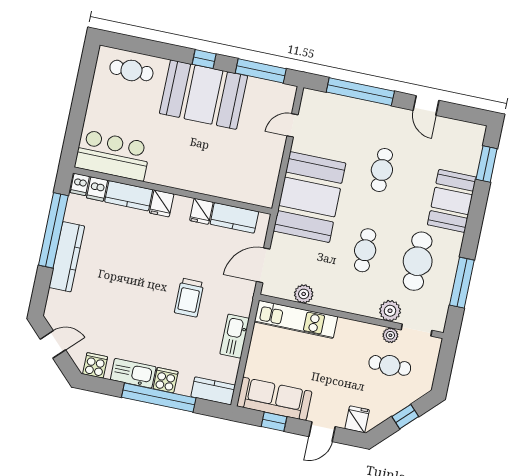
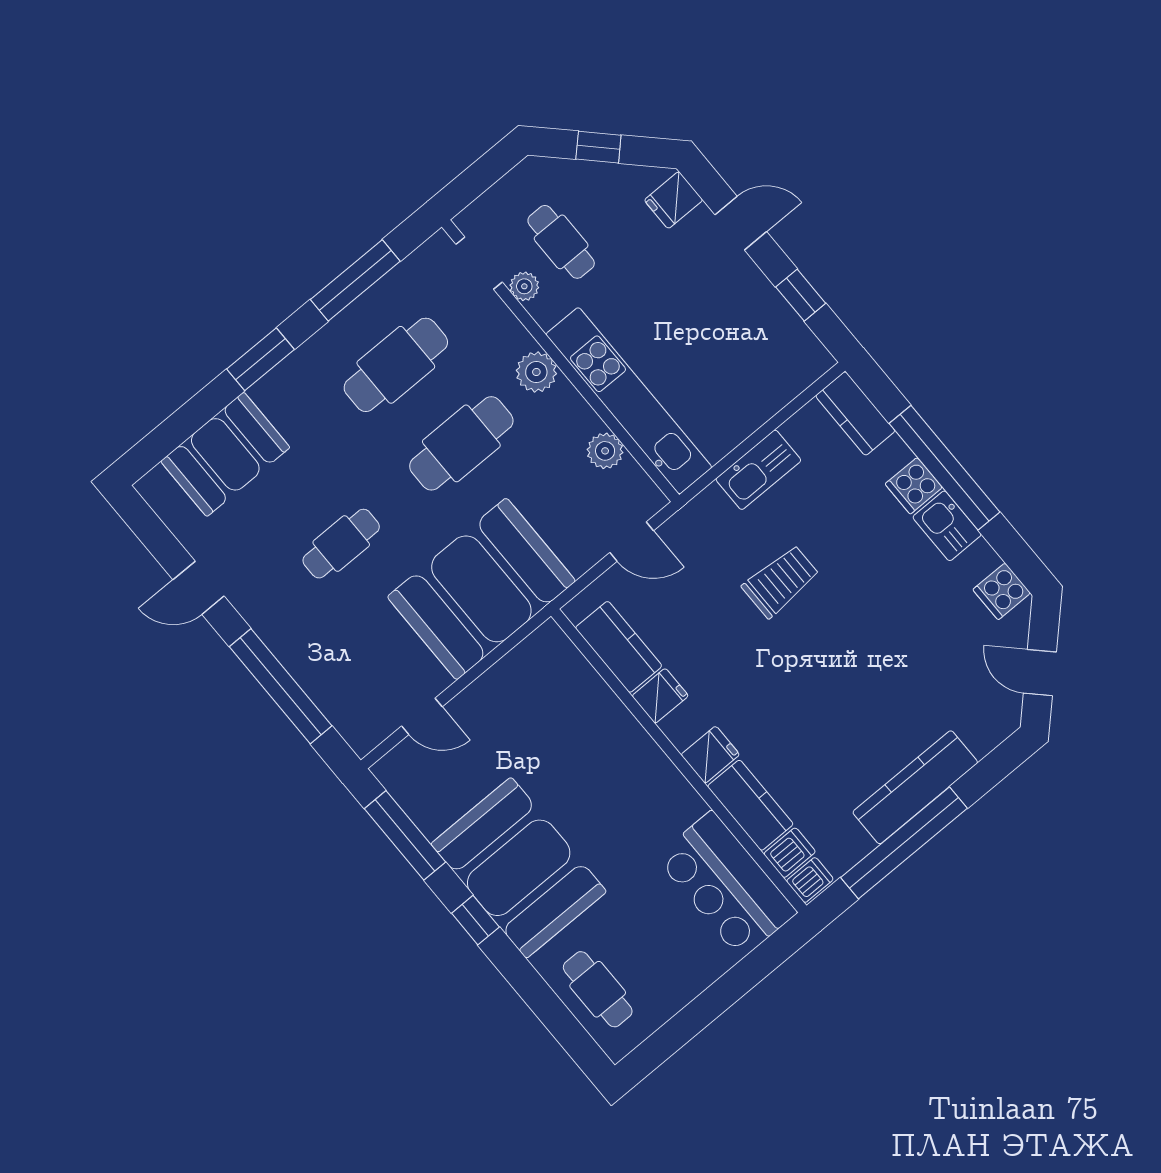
door: (426, 105) -> (199, 588), swing flipped
window: (487, 164) -> (260, 359), moved
booth: (452, 201) -> (225, 454), moved
cafe table: (365, 250) -> (461, 443), width x1.37, depth x1.35
door: (263, 265) -> (632, 542), width x0.73
plant: (390, 311) -> (536, 372), moved
kitchen unit: (296, 319) -> (629, 401), width x1.36
kitchen sink: (133, 373) -> (947, 526), width x0.73
sofa: (274, 399) -> (773, 329), removed

